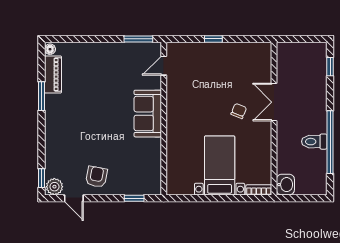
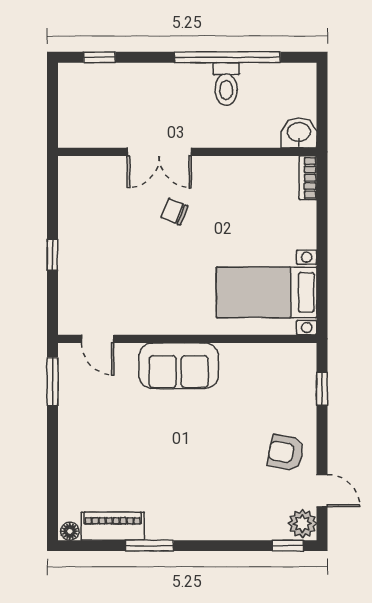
bed with nightstands: (220, 165) -> (267, 292), moved
door: (74, 198) -> (322, 491), hinge flipped

